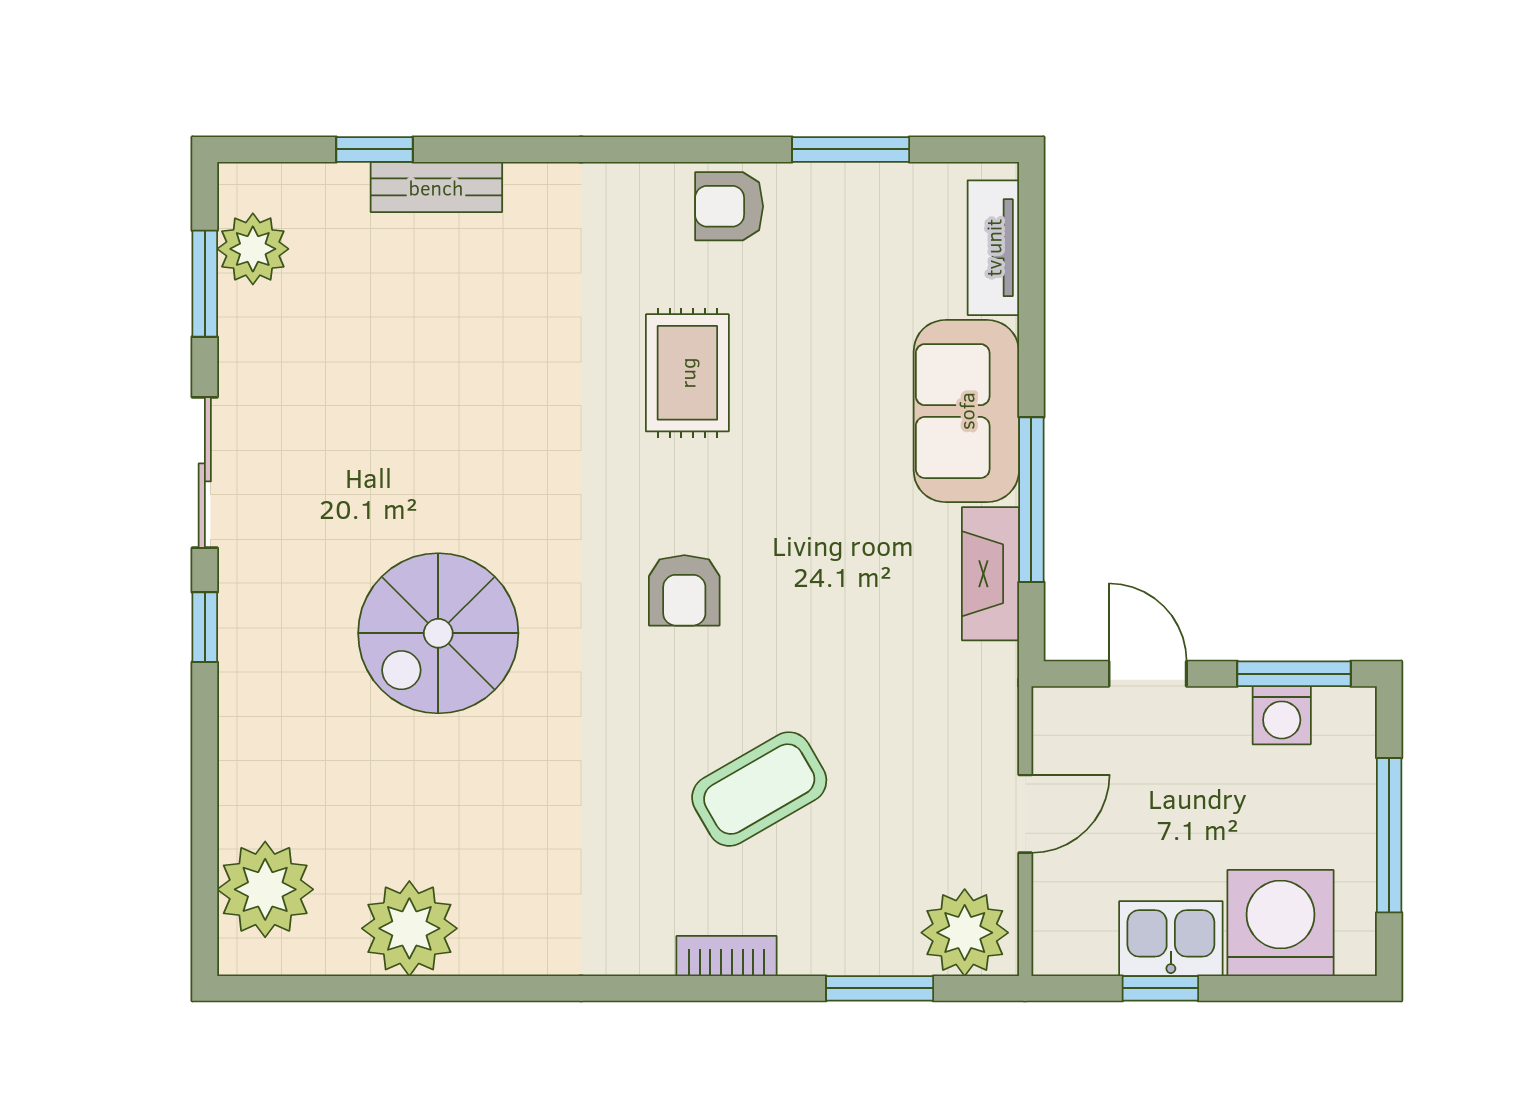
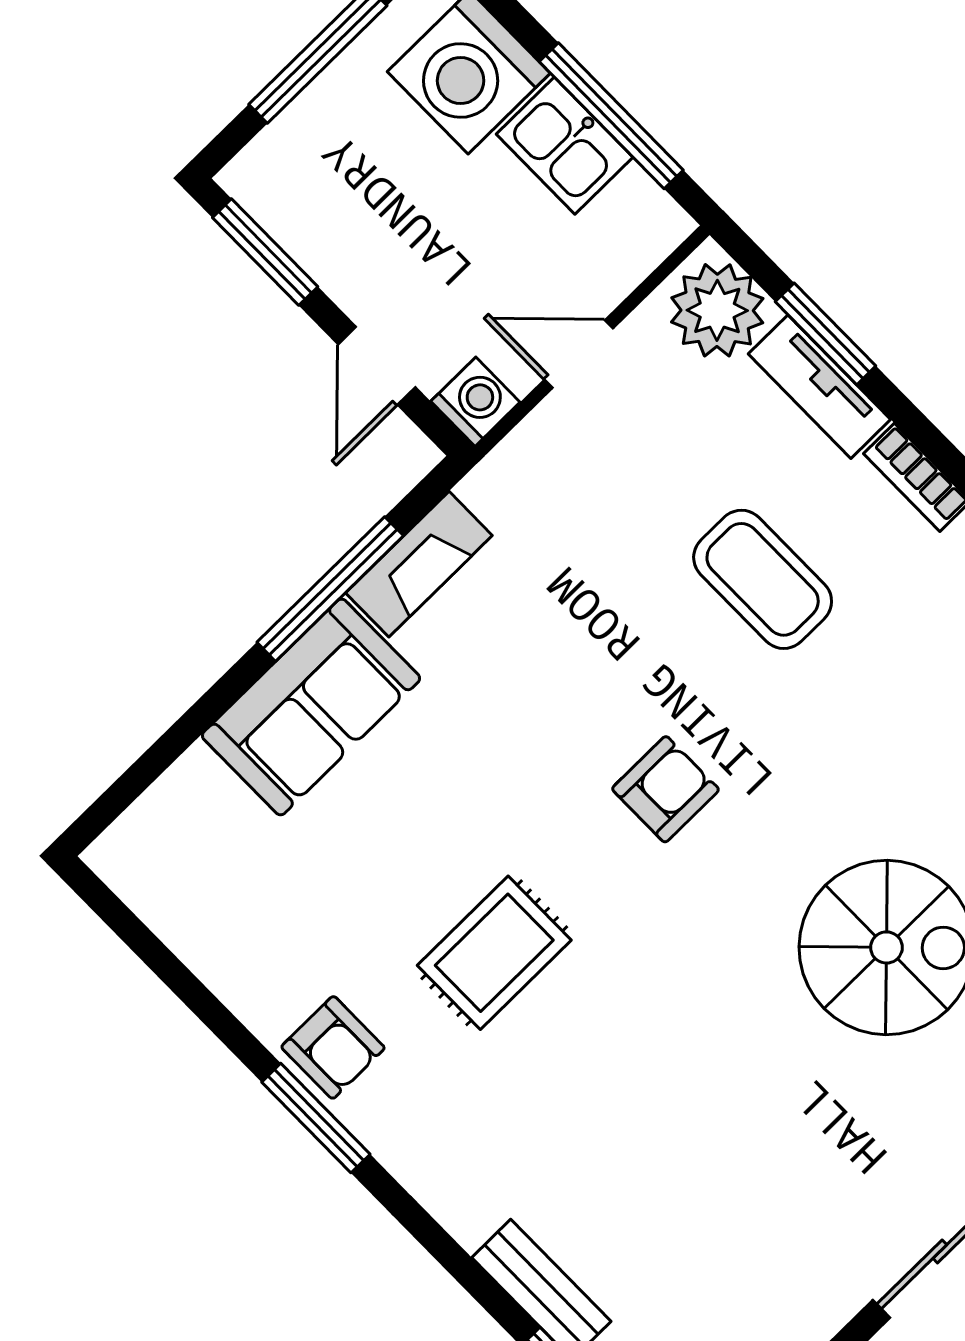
window: (851, 149) -> (316, 1118), moved
tv unit: (993, 248) -> (819, 387), moved, turned 90
washing machine: (1282, 715) -> (475, 402), moved
coffee table: (759, 789) -> (763, 579), turned 30
window: (1160, 988) -> (611, 116), width x2.17

